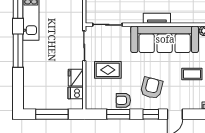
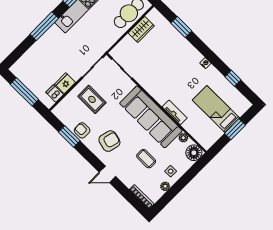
tv unit: (157, 18) -> (175, 112), moved
window: (151, 114) -> (91, 158), removed

